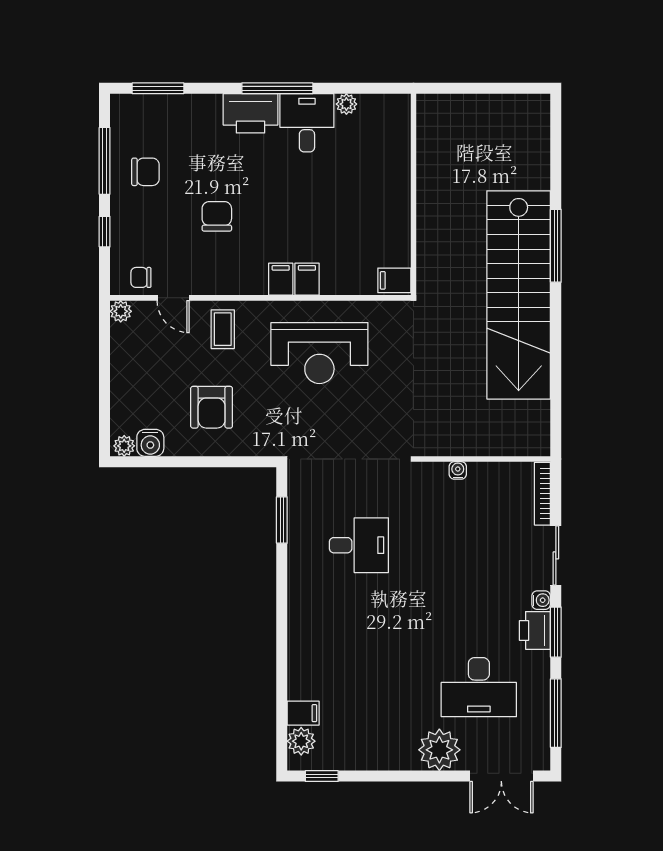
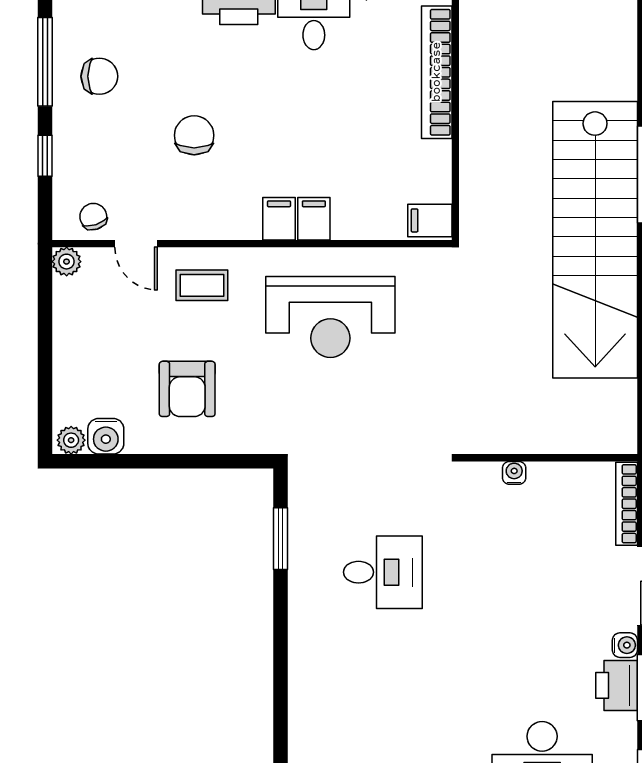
bookcase: (399, 169) -> (437, 72), added
chair: (141, 277) -> (93, 217), turned 72
coffee table: (223, 329) -> (202, 285), turned 90

